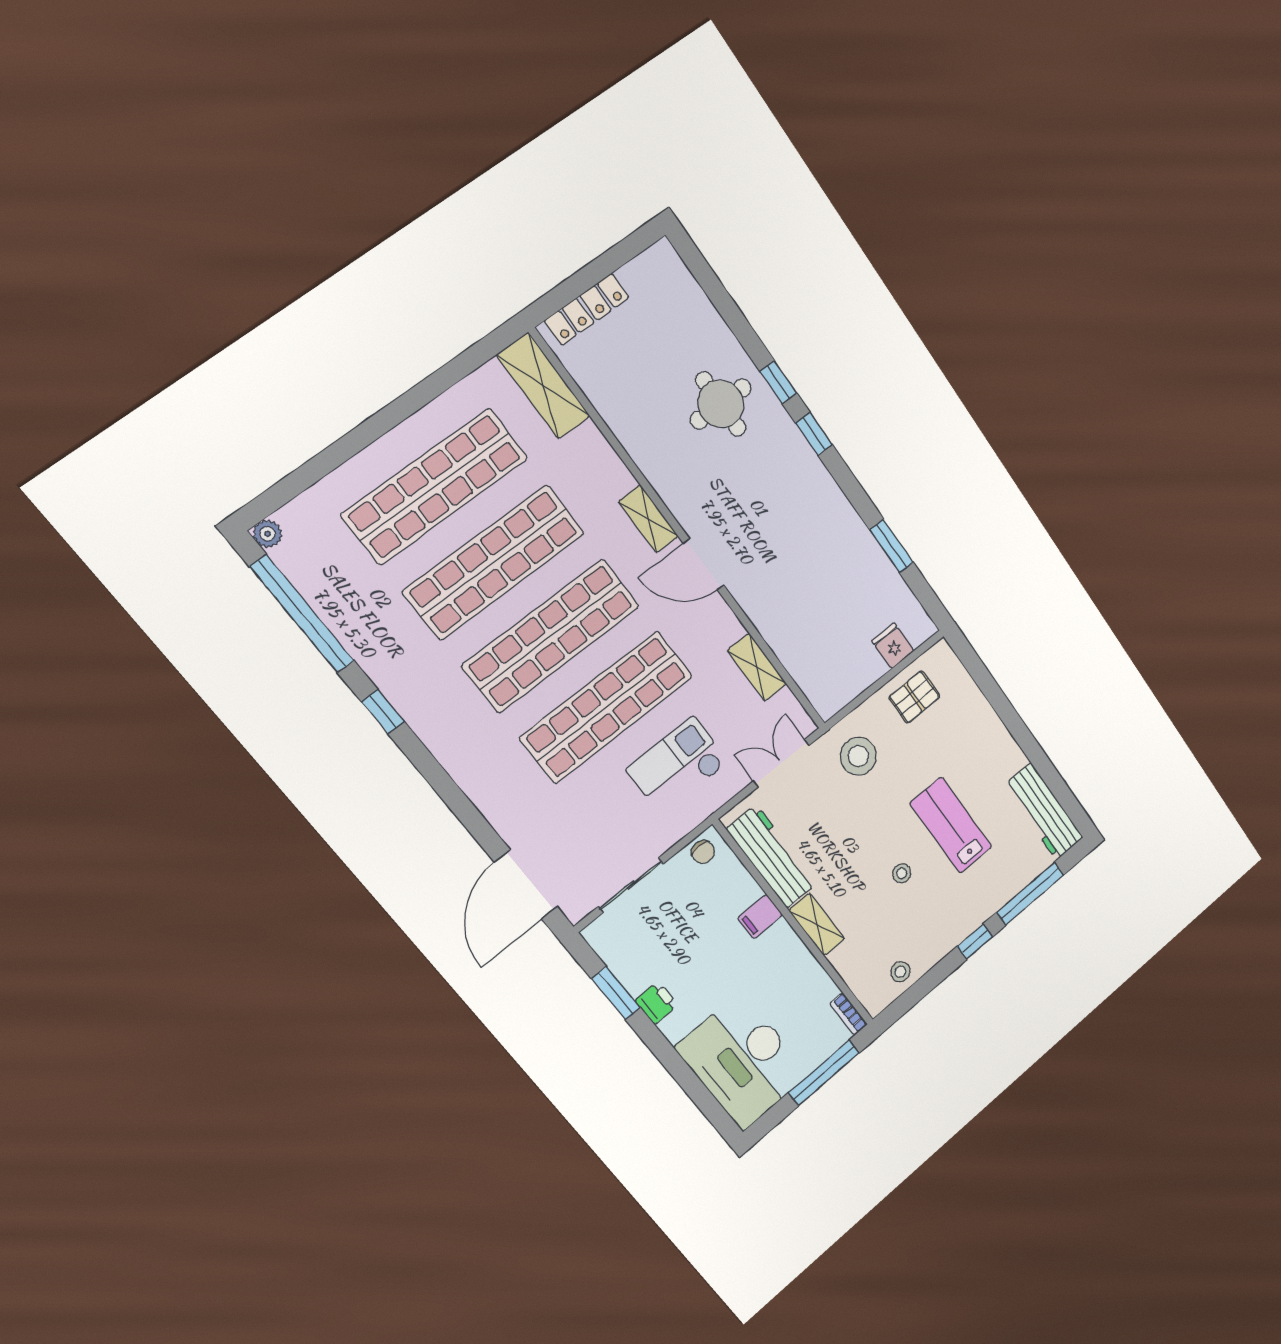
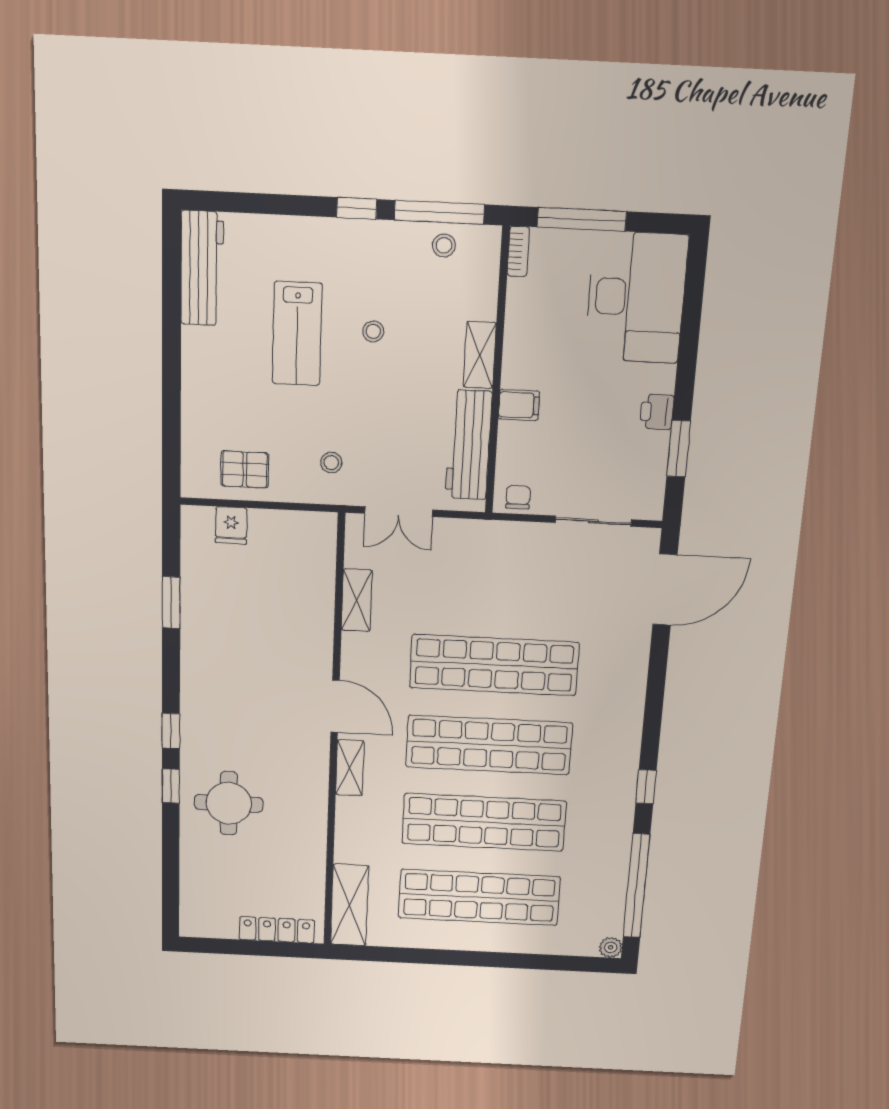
stool: (858, 756) -> (331, 463), width x0.53, depth x0.53
checkout: (678, 766) -> (480, 579), removed
window: (1030, 894) -> (439, 212), moved

